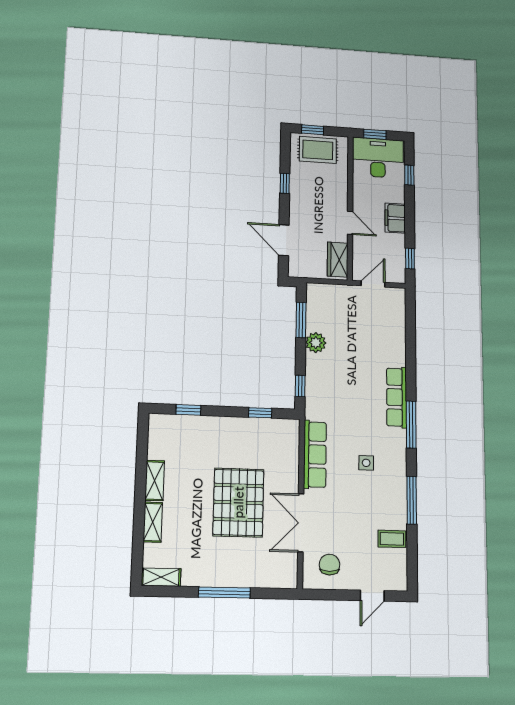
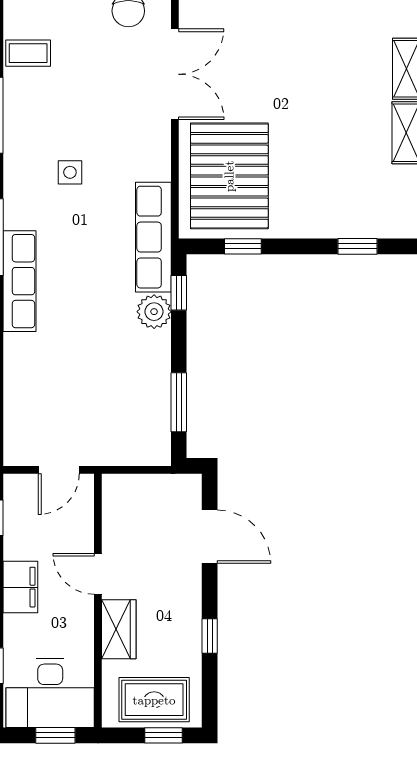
wardrobe: (338, 260) -> (119, 629), moved
plant: (316, 343) -> (154, 312), moved
row of seats: (315, 454) -> (153, 237), moved
pallet: (238, 502) -> (229, 176), moved

